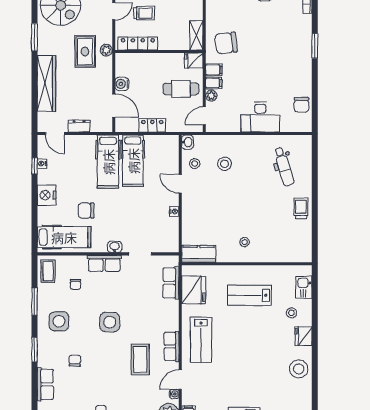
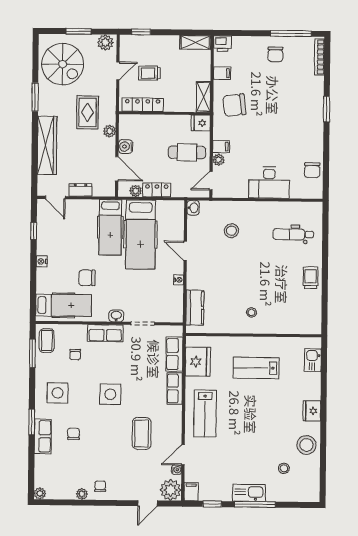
trolley: (144, 13) -> (149, 73), turned 180
plant: (106, 50) -> (110, 131), moved
filing cabinet: (214, 70) -> (222, 73), moved
plant: (132, 126) -> (136, 191), added
hospital bed: (133, 161) -> (141, 234), width x1.37, depth x1.29
nightstand: (42, 164) -> (42, 229), removed
stool: (195, 164) -> (200, 230), removed
dental chair: (284, 167) -> (293, 234), turned 107
nightstand: (47, 195) -> (42, 261), width x0.53, depth x0.56
kitchen counter: (199, 254) -> (195, 308), moved, turned 90
window: (34, 302) -> (32, 353), moved
stool: (291, 313) -> (284, 468), moved
row of seats: (171, 346) -> (175, 388), moved
row of seats: (45, 384) -> (43, 436), moved

